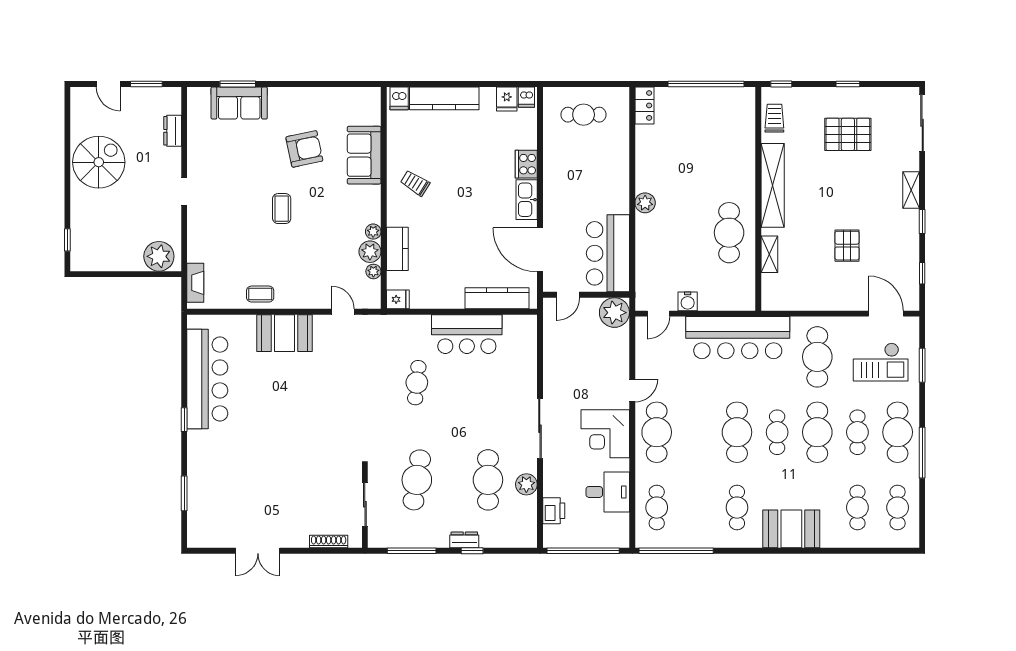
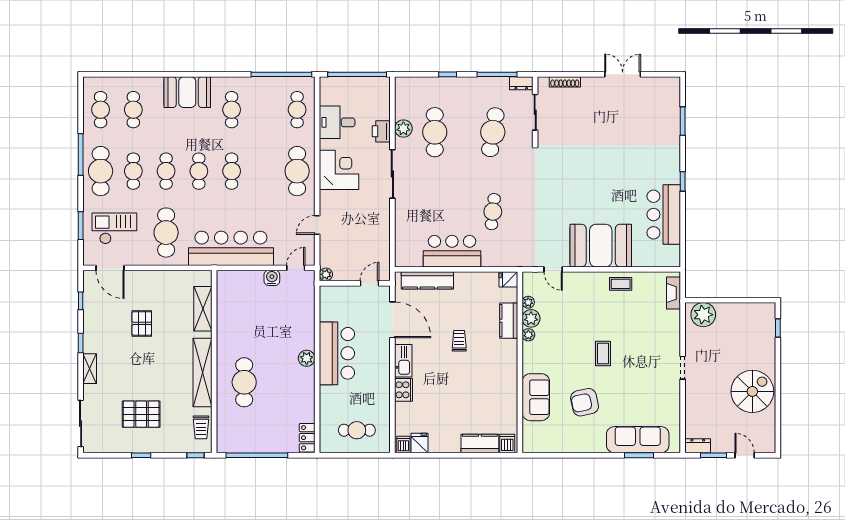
kitchen counter: (444, 98) -> (480, 444), width x0.67
sofa: (239, 103) -> (638, 440), width x1.36
dresser: (173, 131) -> (698, 446), moved, turned -90
spiral stairs: (99, 162) -> (752, 391), turned 180
trolley: (415, 183) -> (459, 341), moved, turned -122
cafe table: (729, 233) -> (244, 382), moved
bar counter: (608, 253) -> (337, 353), moved
shelving: (769, 254) -> (203, 309), width x1.50, depth x1.33
plant: (614, 313) -> (326, 274), width x0.53, depth x0.53
booth: (285, 333) -> (601, 246), width x1.36, depth x1.42
bar counter: (207, 379) -> (664, 215), width x0.73
door: (632, 390) -> (317, 225), moved
cafe table: (737, 432) -> (232, 171), width x0.73, depth x0.74
cafe table: (817, 432) -> (166, 171), width x0.73, depth x0.74
printer: (554, 511) -> (381, 131), moved
dresser: (464, 540) -> (521, 83), moved

